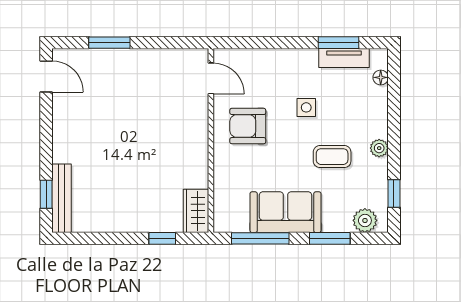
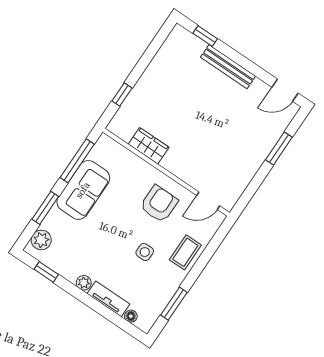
tv unit: (344, 58) -> (108, 299), moved, turned 90
coffee table: (332, 157) -> (185, 252), moved
bench: (61, 198) -> (228, 67), moved
wardrobe: (196, 211) -> (149, 146), moved

